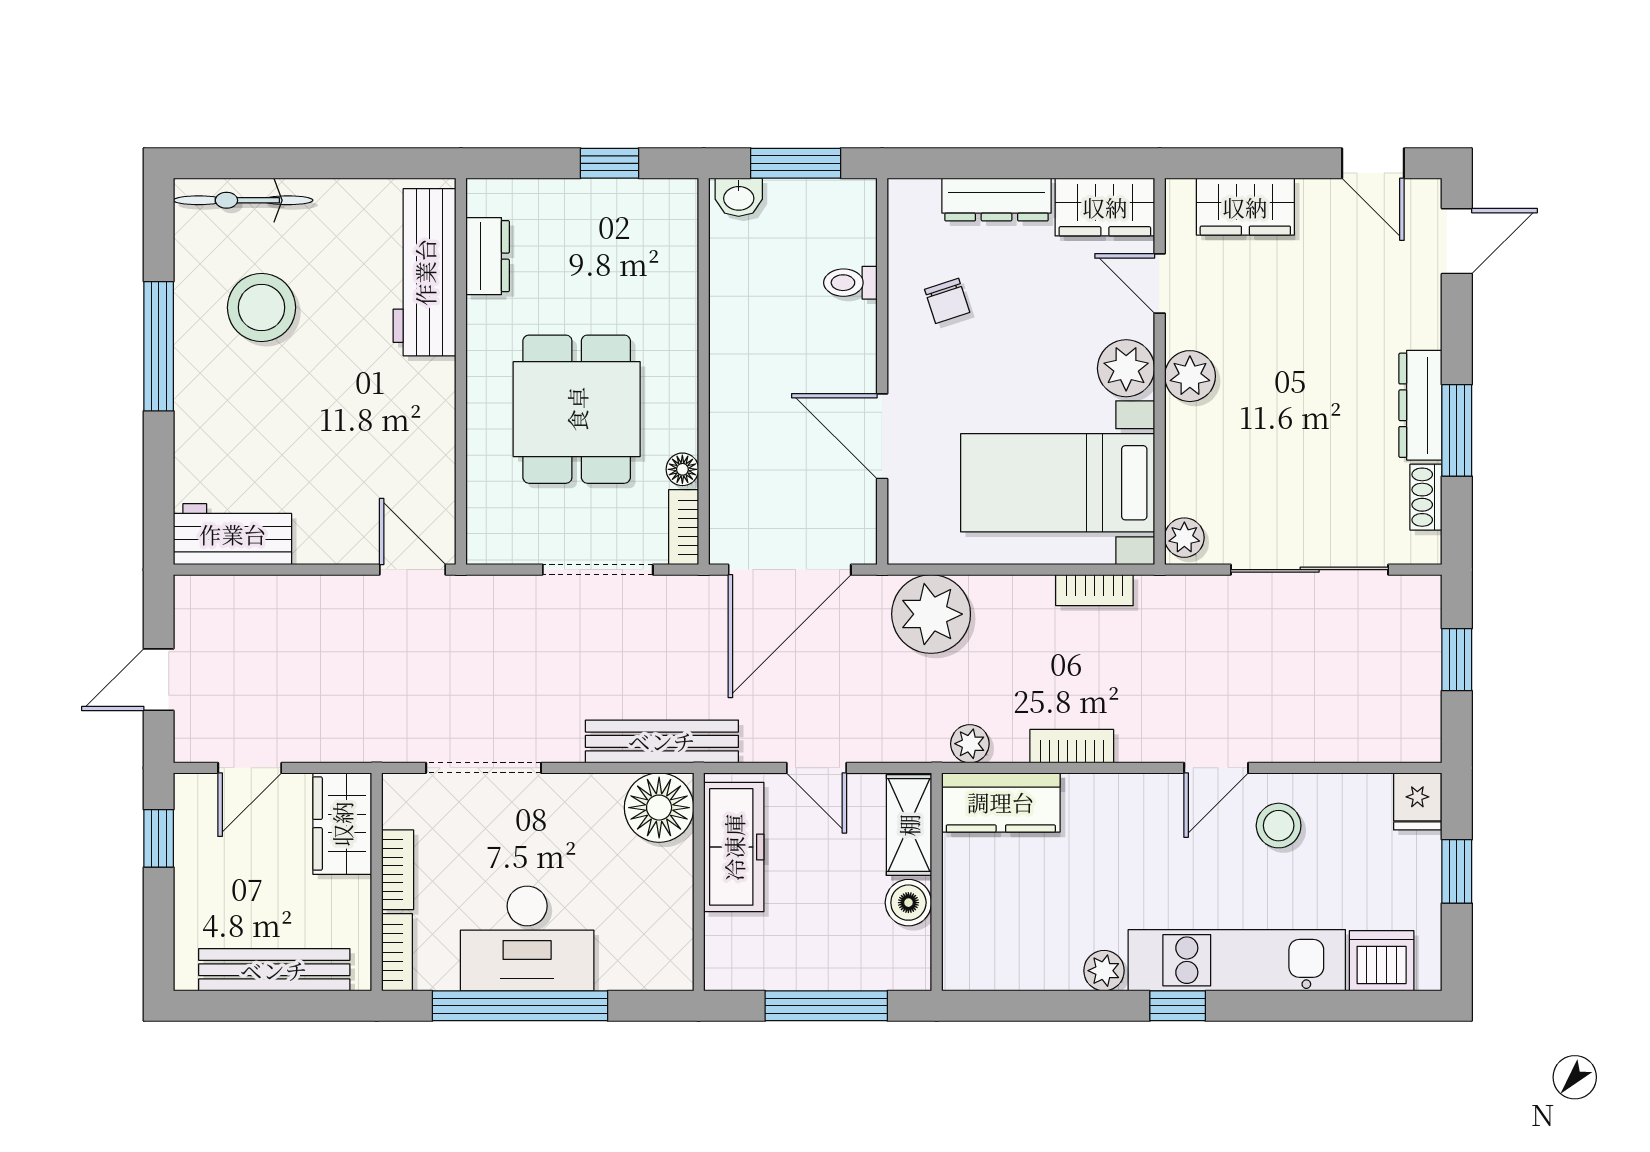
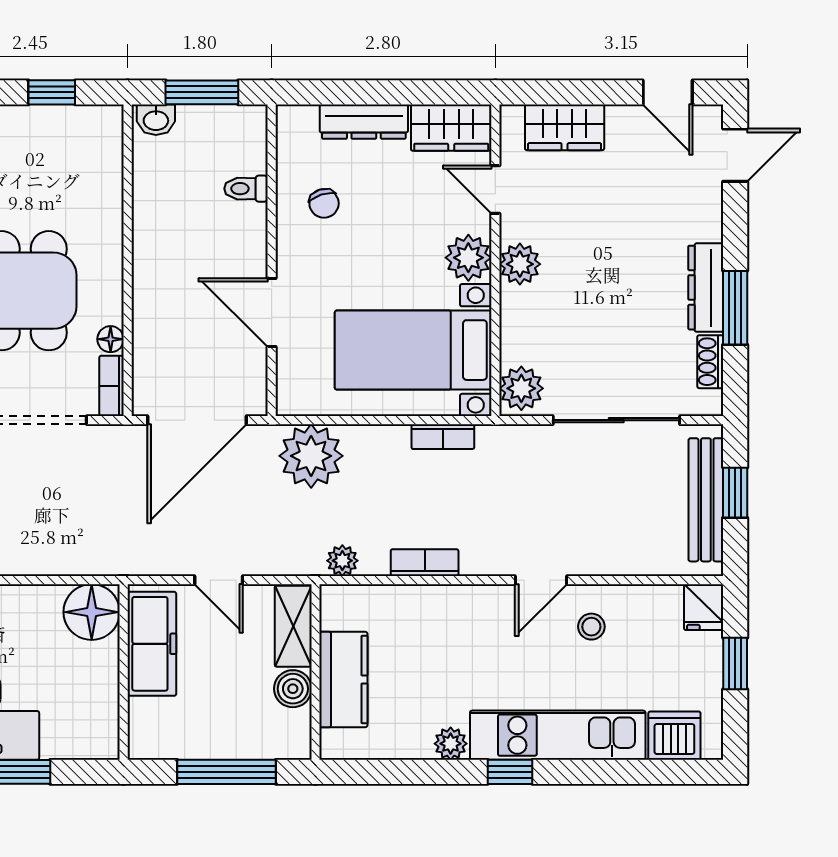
plant: (1184, 538) -> (521, 388), width x1.38, depth x1.38
bench: (662, 741) -> (706, 500), moved, turned 90
kitchen counter: (1001, 802) -> (343, 680), moved, turned -90
stool: (1279, 826) -> (591, 627), width x0.73, depth x0.73

